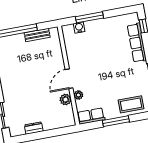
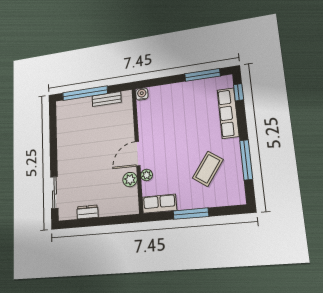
window: (89, 17) -> (202, 75), moved
water cooler: (79, 28) -> (142, 94), moved
coffee table: (131, 104) -> (208, 169), moved, turned -55

